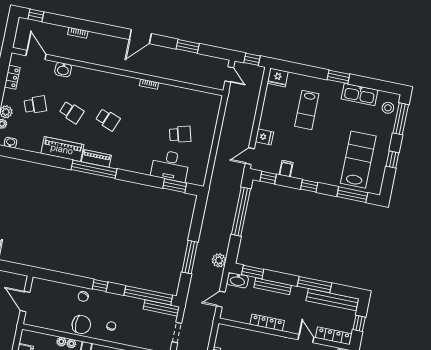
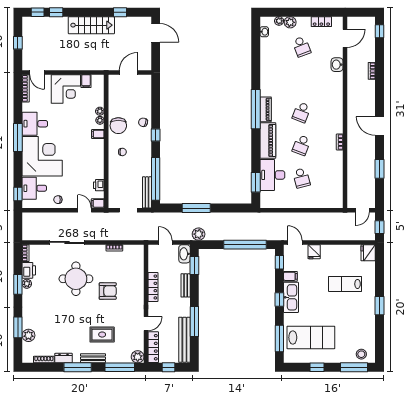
kitchen sink: (359, 94) -> (291, 297), moved, turned 180
school desk: (71, 112) -> (301, 145), moved
piano: (62, 149) -> (268, 141), moved
bench: (273, 286) -> (186, 285), width x0.73

